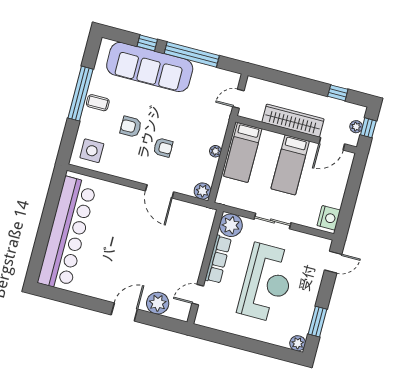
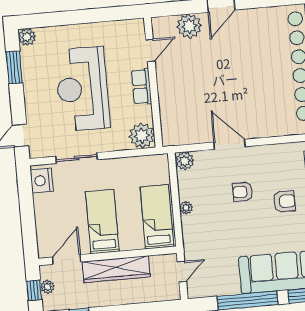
sliding door: (272, 221) -> (77, 158), moved
row of seats: (218, 259) -> (142, 87), width x0.68

